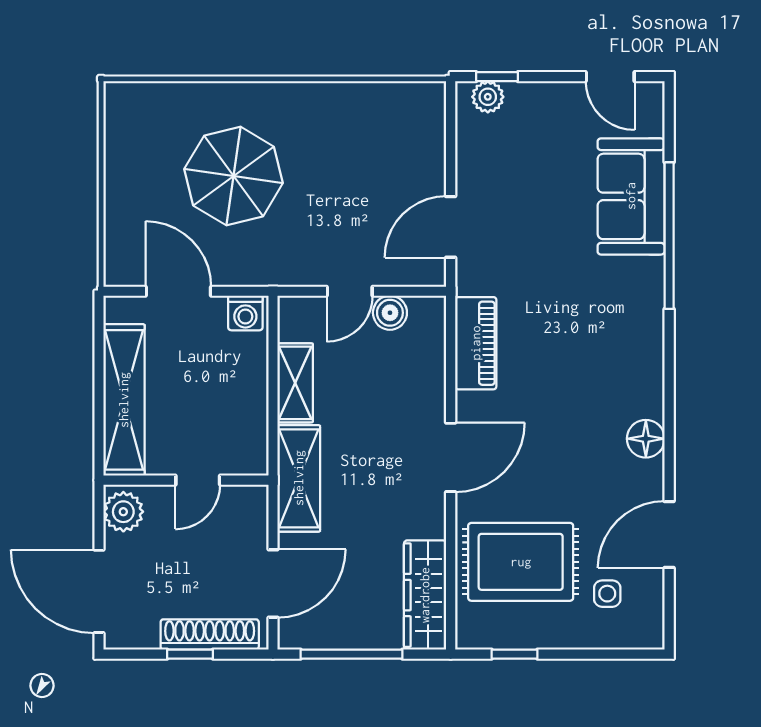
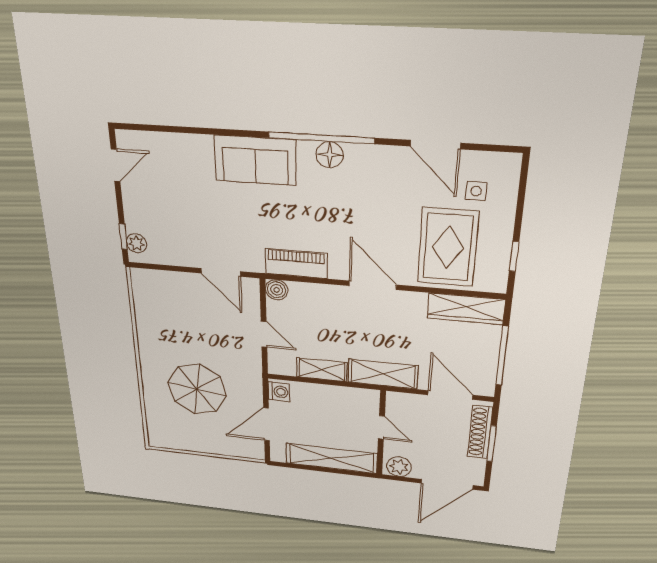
sofa: (631, 196) -> (255, 160), moved
window: (669, 236) -> (321, 138), moved
boiler: (390, 313) -> (277, 290), moved
floor lamp: (646, 439) -> (330, 155), moved
window: (190, 654) -> (492, 444), width x1.50

